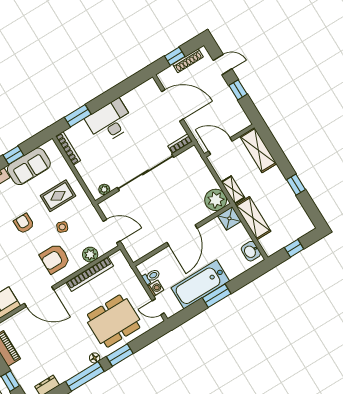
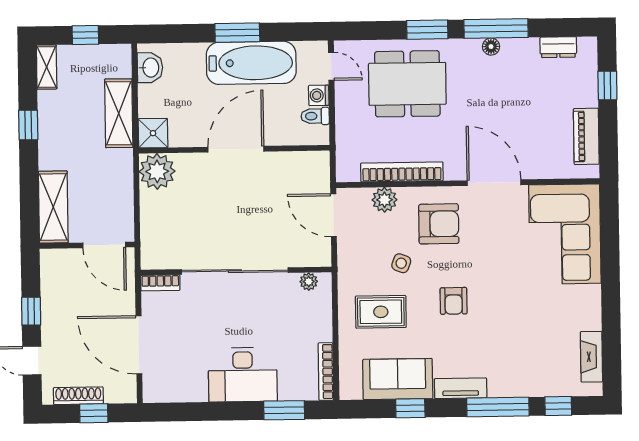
shelving: (233, 190) -> (47, 67), moved
floor lamp: (95, 358) -> (491, 47), moved

